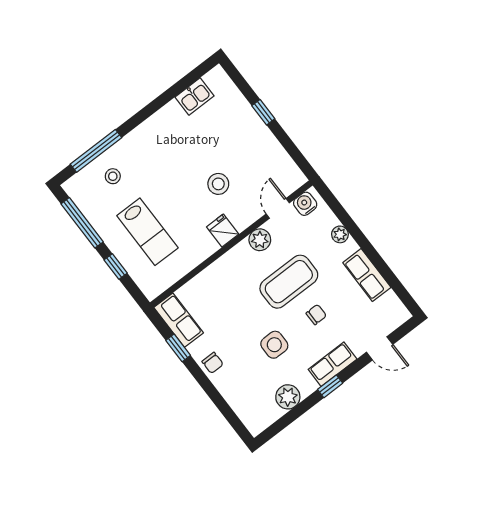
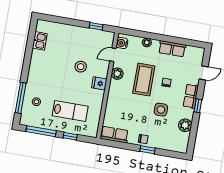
window: (263, 112) -> (96, 26), moved
door: (278, 208) -> (113, 55), hinge flipped
window: (178, 348) -> (148, 150), moved

